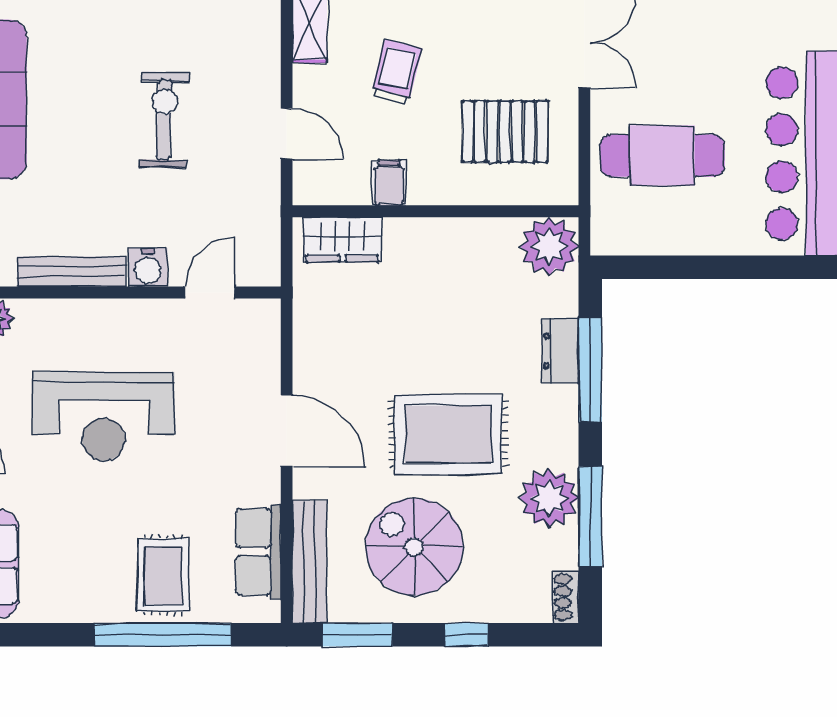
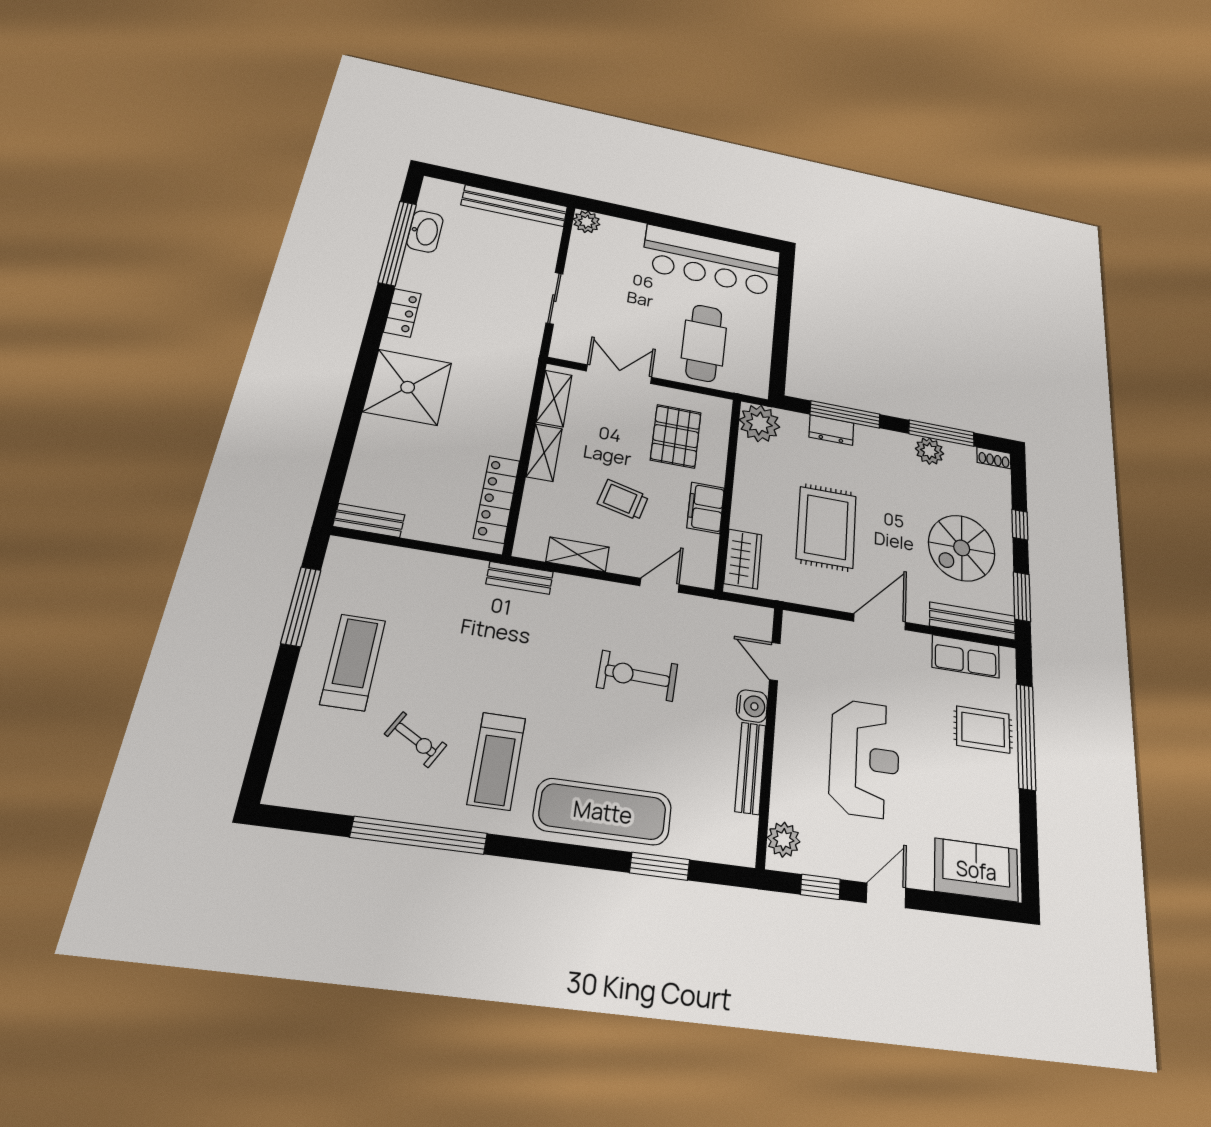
filing cabinet: (389, 183) -> (706, 508), width x2.00
rug: (448, 434) -> (826, 527), moved
plant: (549, 498) -> (930, 451), width x0.73, depth x0.73

